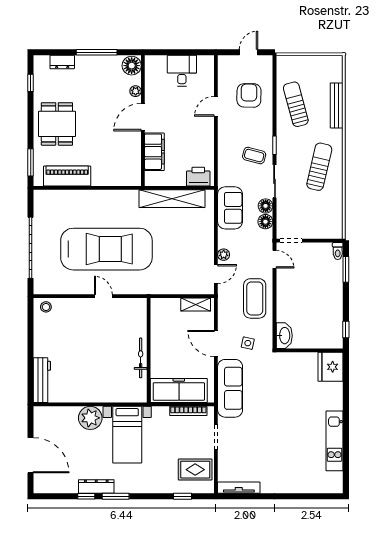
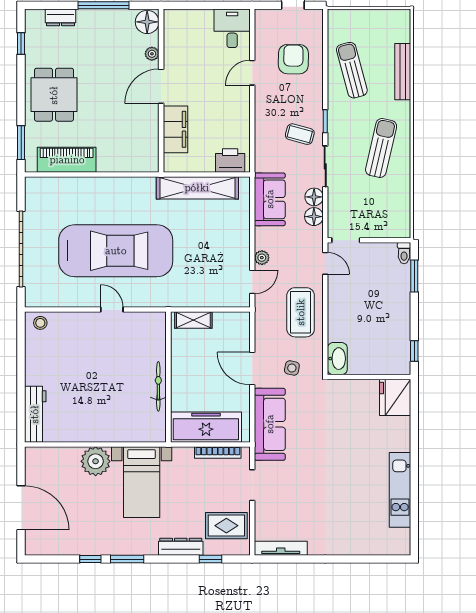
desk: (182, 71) -> (232, 28), moved
shelving: (196, 305) -> (193, 320), moved
dresser: (96, 486) -> (181, 547), moved

